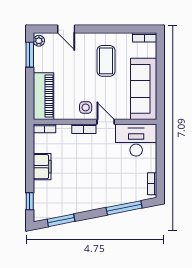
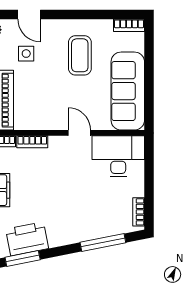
side table: (86, 107) -> (26, 54), moved
bookcase: (84, 129) -> (32, 142), moved
printer: (65, 205) -> (27, 239), added

